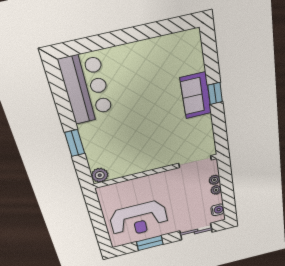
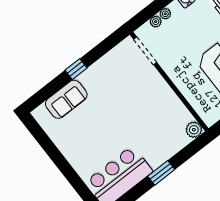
sofa: (196, 95) -> (66, 99), moved
window: (75, 143) -> (161, 173), moved

